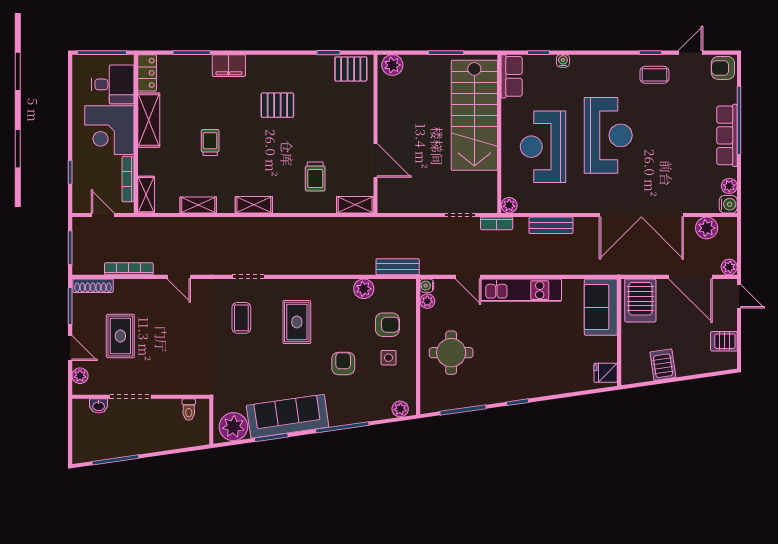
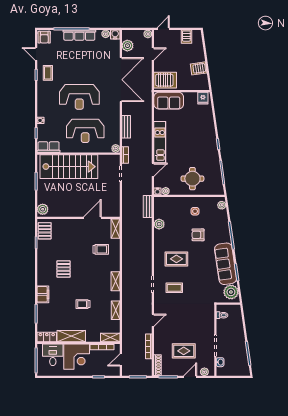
reception desk: (608, 135) -> (79, 97), turned 180
door: (690, 277) -> (153, 54), width x0.53
armchair: (387, 325) -> (178, 212), removed

